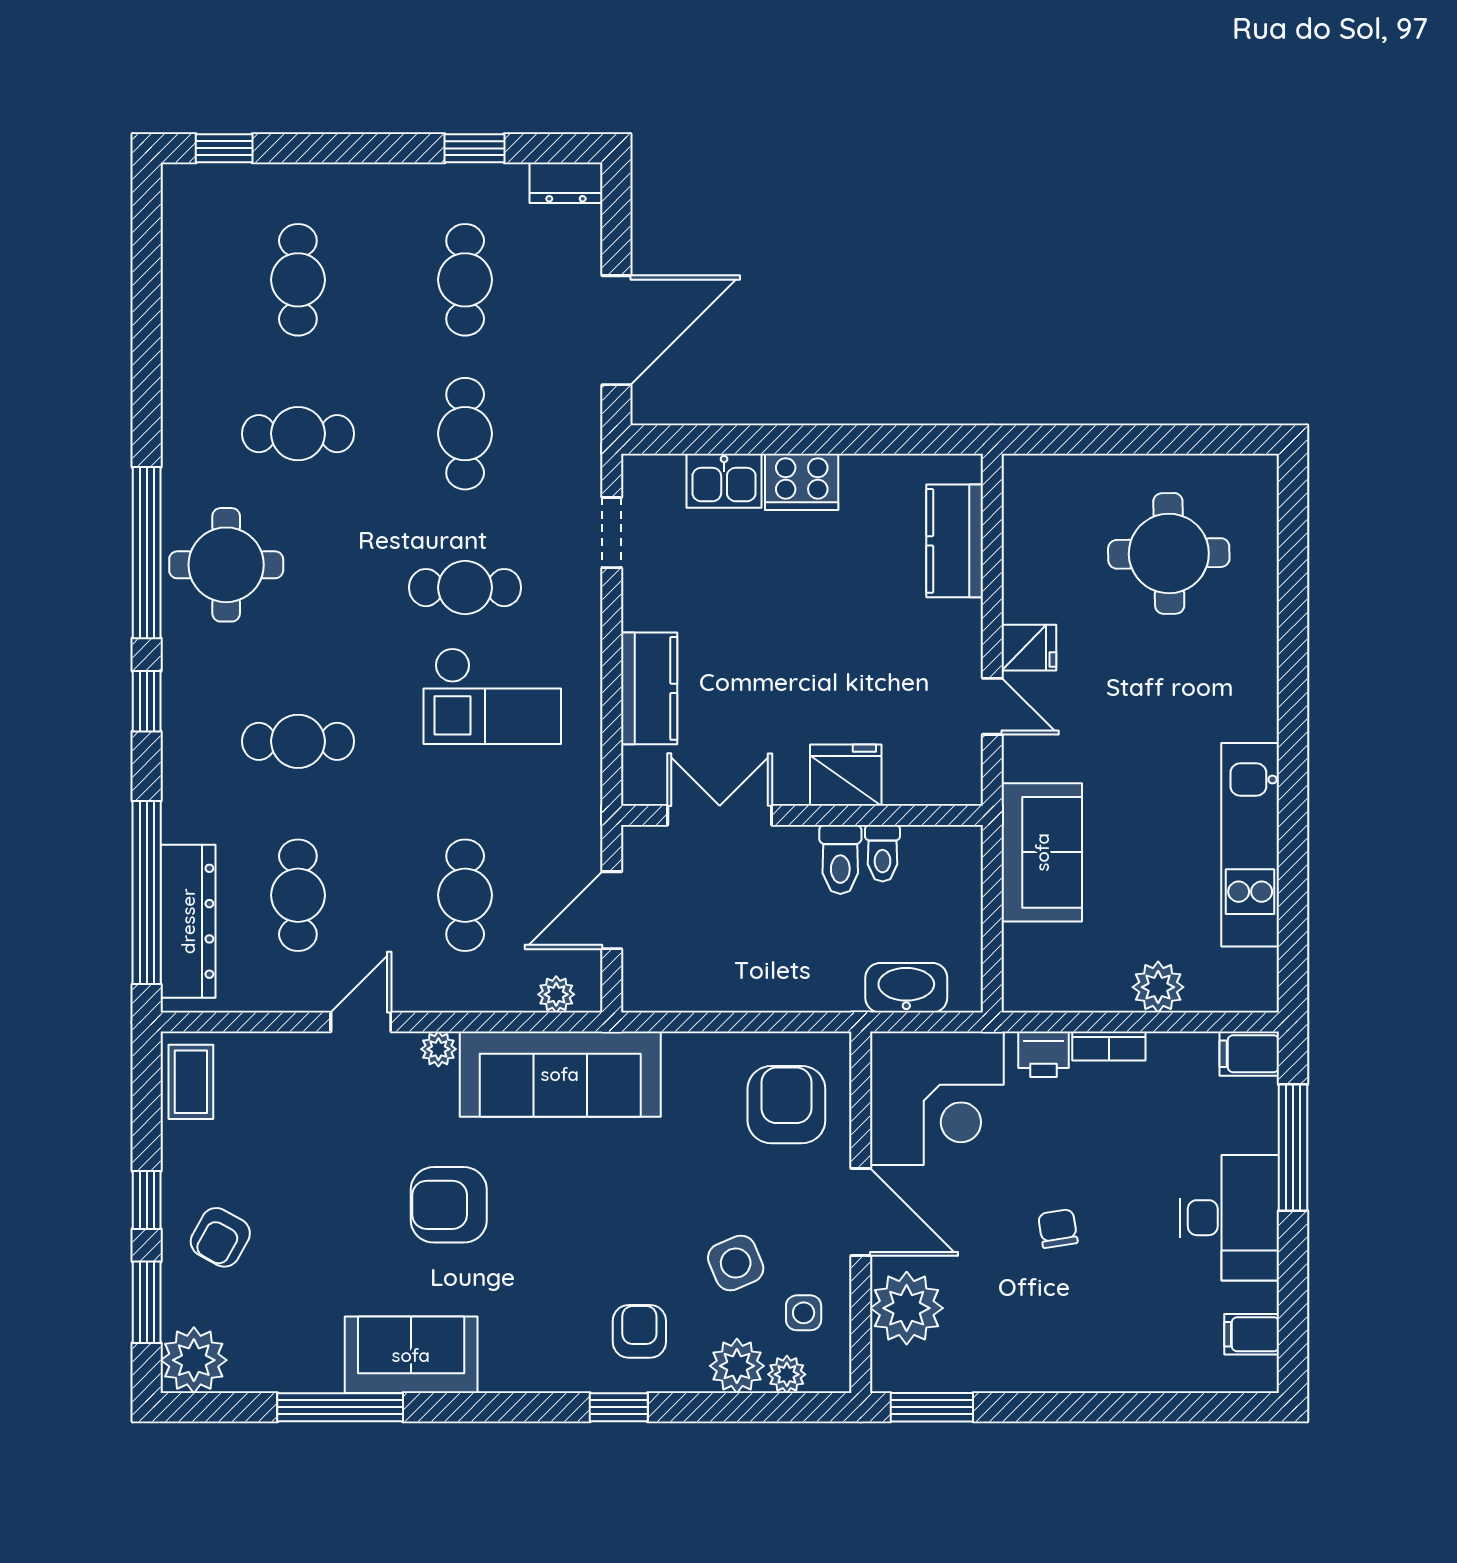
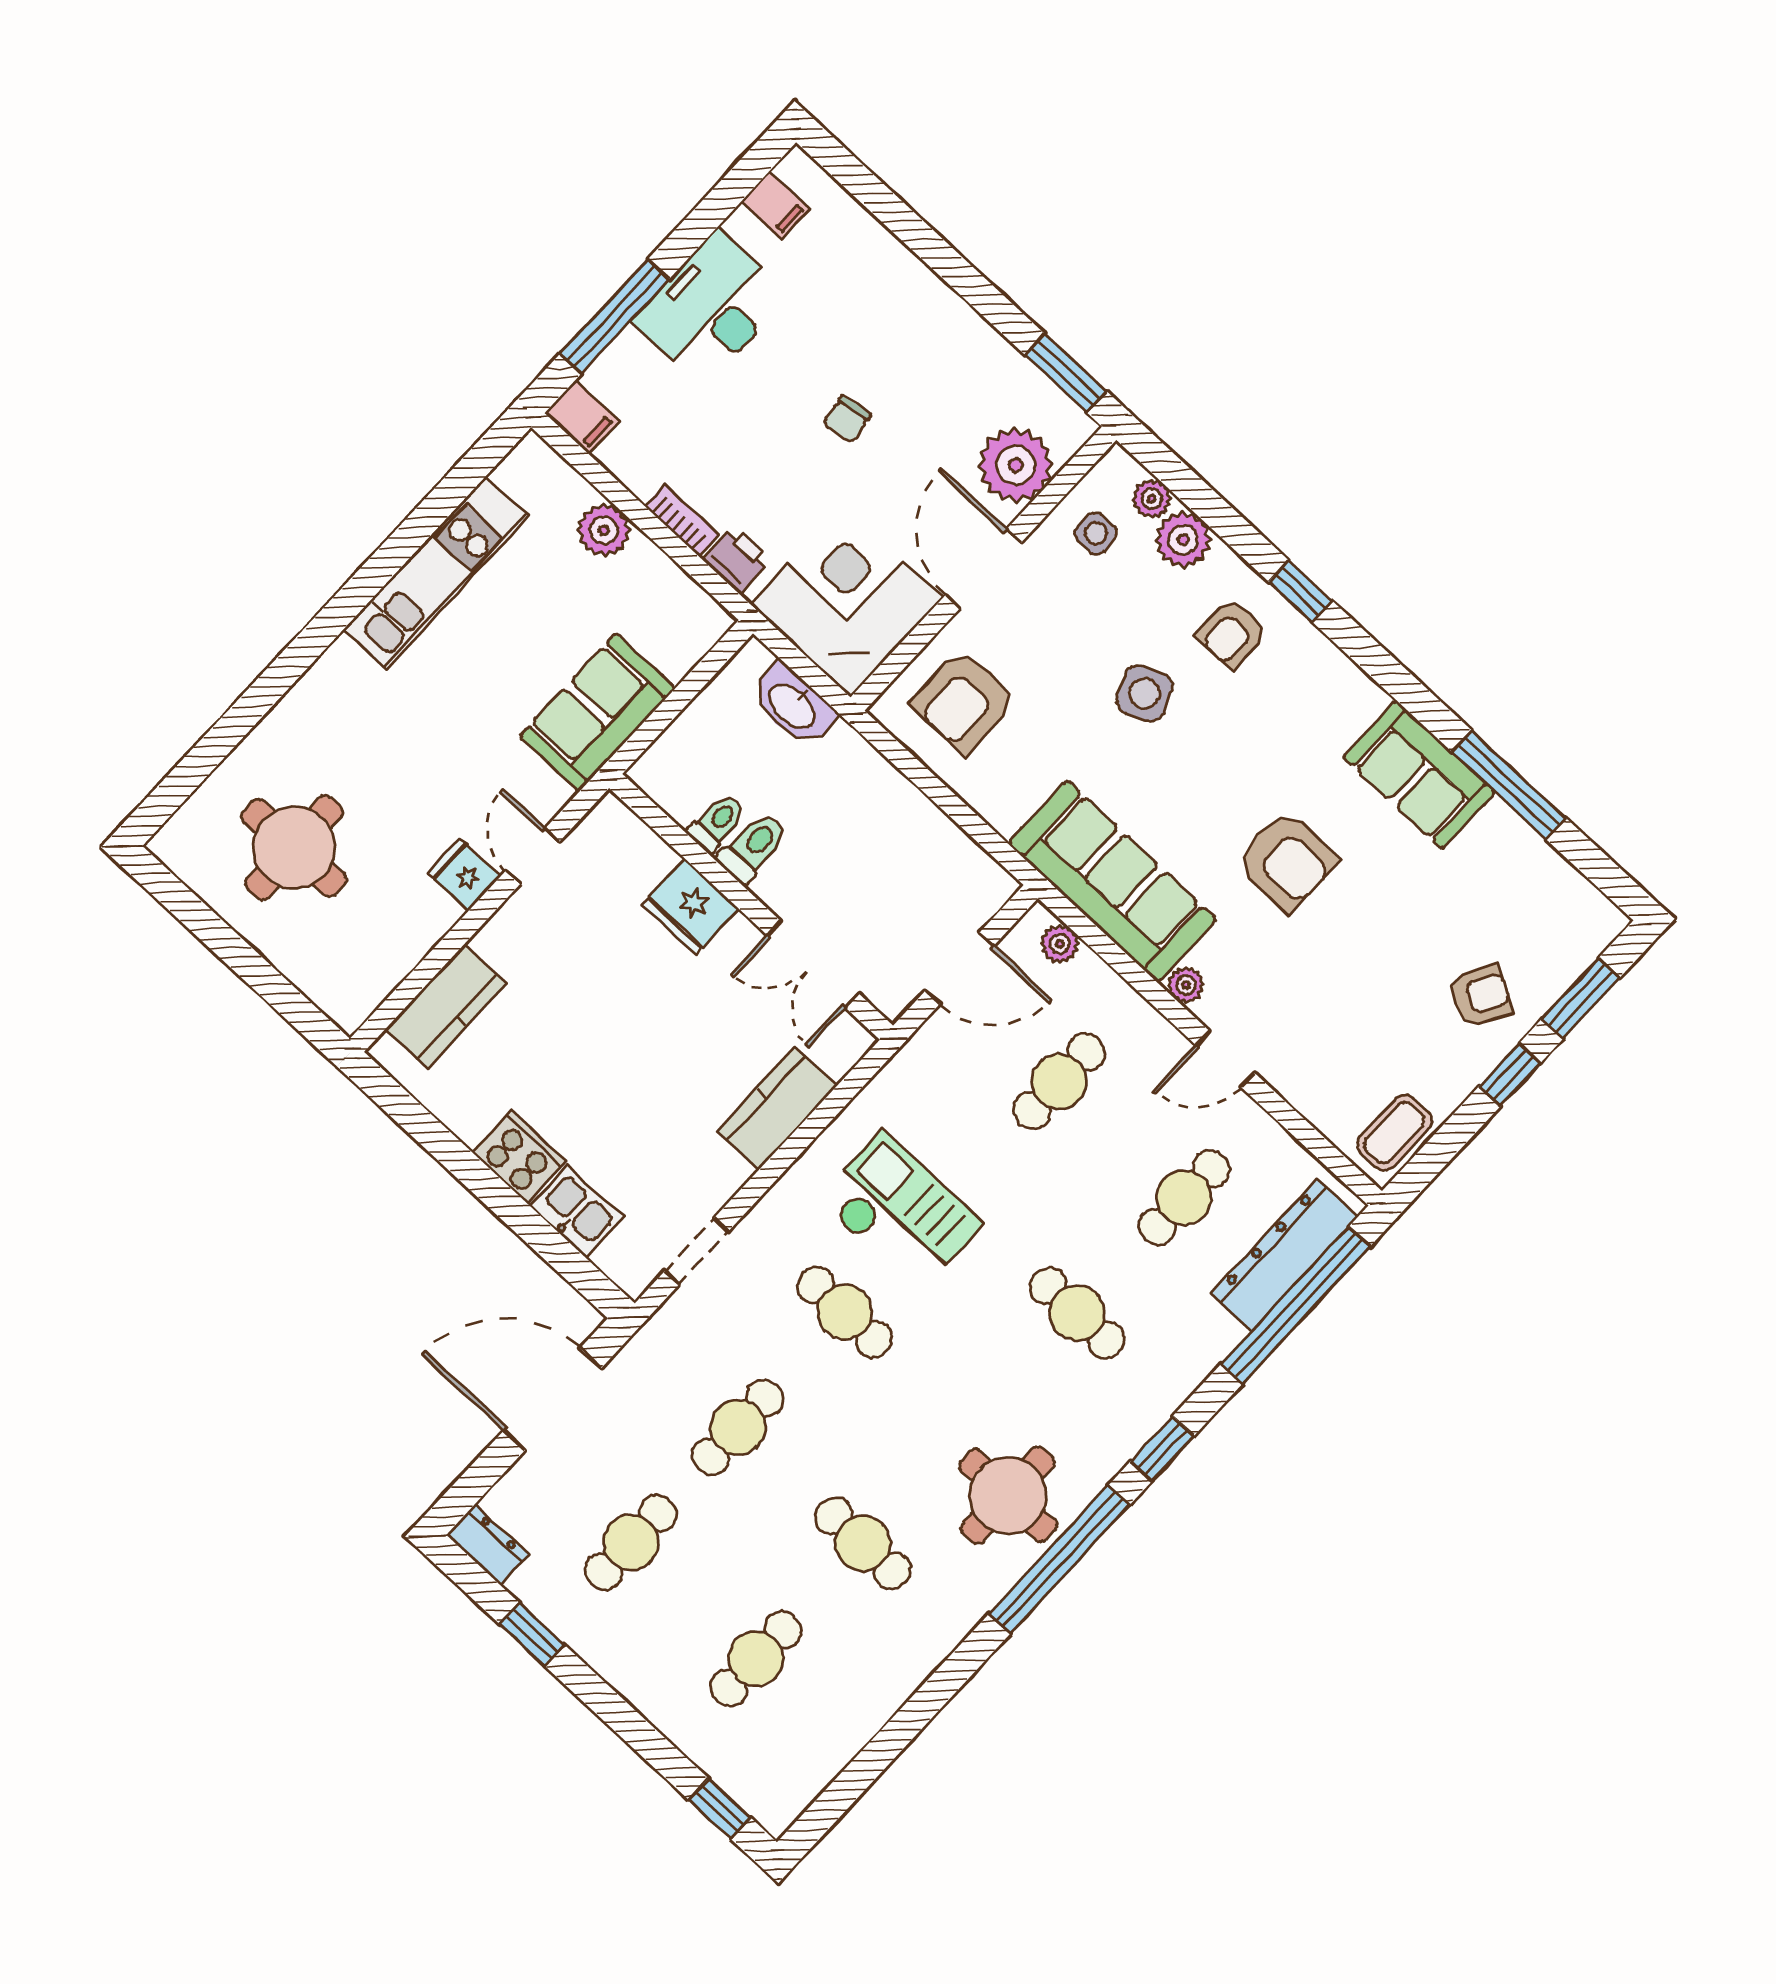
side table: (736, 1263) -> (1145, 693), moved
plant: (194, 1360) -> (1586, 922), removed

